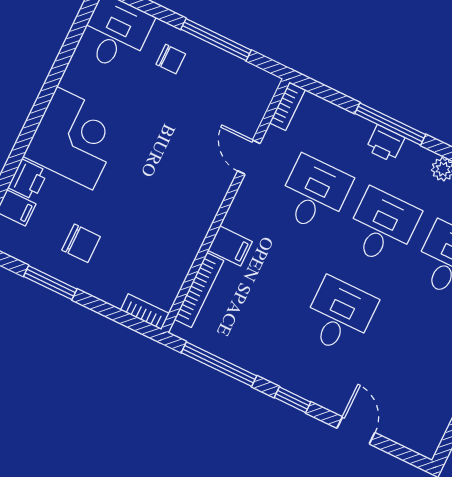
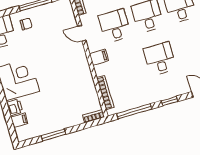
chair: (81, 243) -> (52, 113), removed
filing cabinet: (230, 246) -> (99, 57), moved

